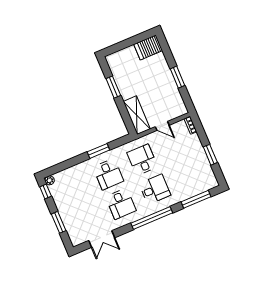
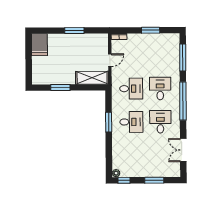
desk: (142, 160) -> (131, 89), turned 180
desk: (121, 204) -> (160, 122), turned -90
double door: (102, 239) -> (183, 150), swing flipped

